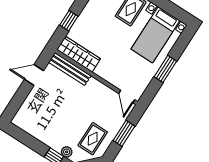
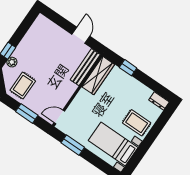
window: (165, 69) -> (73, 145), moved
rug: (93, 139) -> (23, 86), turned 90

